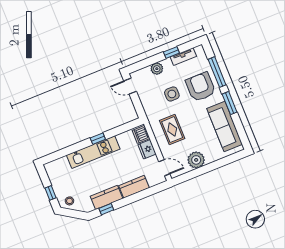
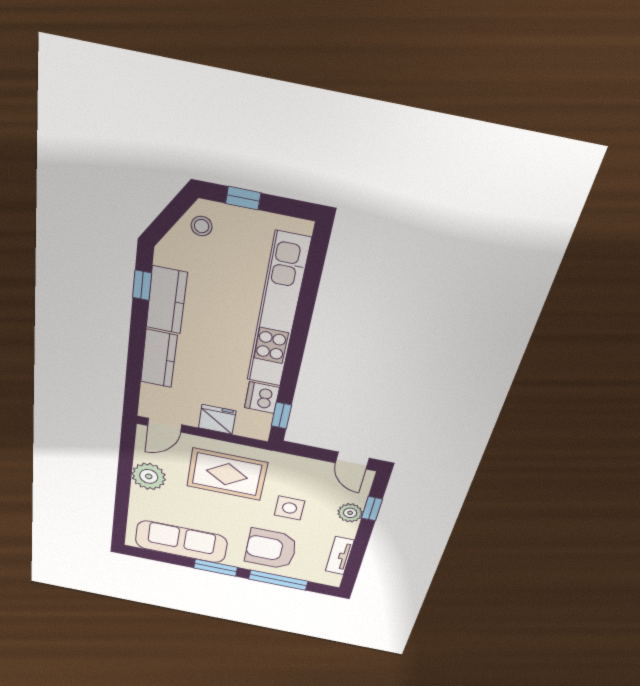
window: (171, 53) -> (372, 509), moved
door: (130, 86) -> (352, 461), swing flipped
armchair: (201, 87) -> (271, 549), turned 180
rug: (172, 130) -> (227, 474), width x1.36, depth x1.43
dishwasher: (141, 134) -> (262, 398), moved, turned -90
window: (98, 139) -> (281, 416), moved
kitchen unit: (93, 152) -> (278, 312), width x1.36

